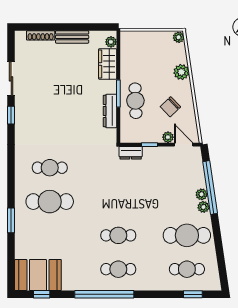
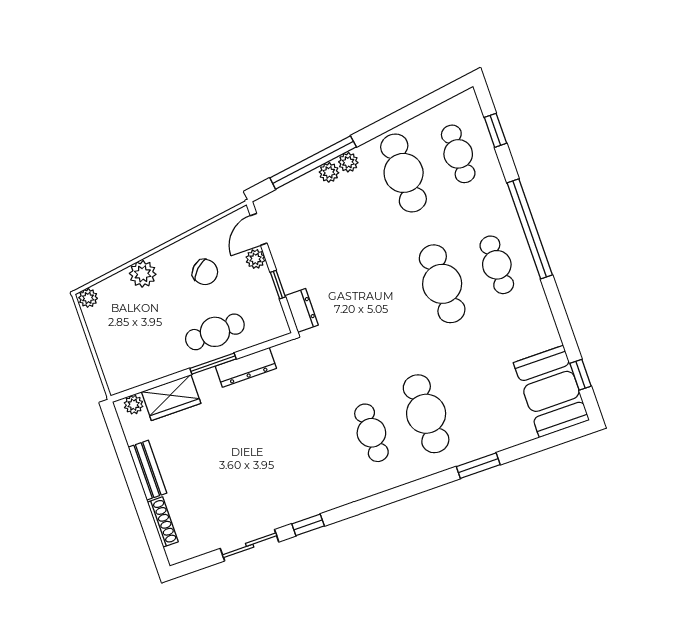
cafe table: (118, 235) -> (442, 284), width x1.37, depth x1.35
window: (104, 294) -> (530, 229), moved

